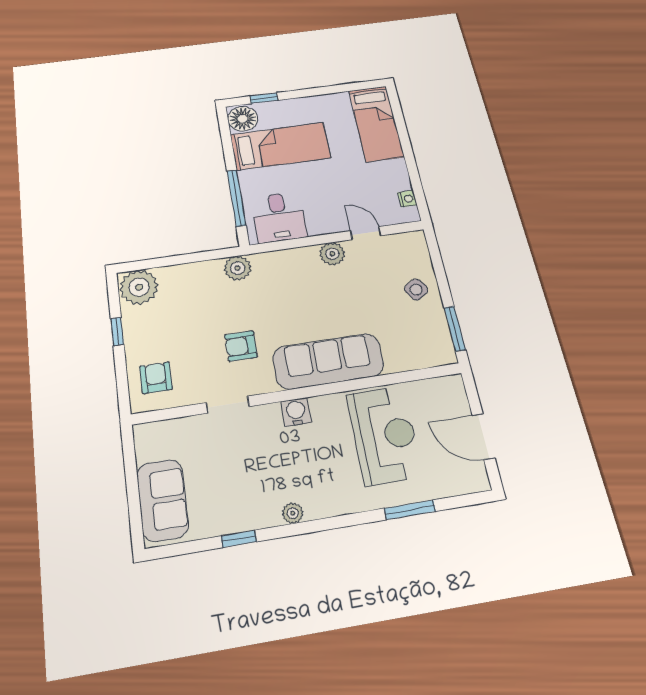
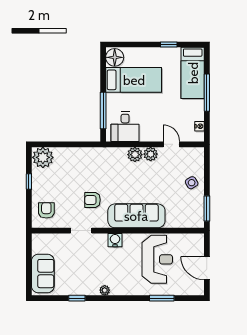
window: (264, 98) -> (169, 45), moved
window: (407, 148) -> (207, 93), added
plant: (238, 268) -> (135, 155), moved

